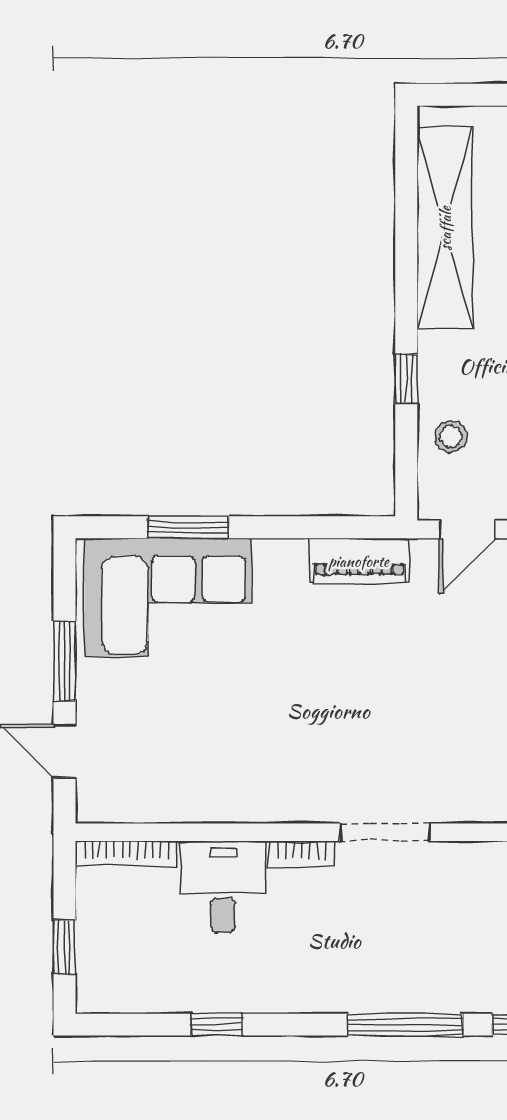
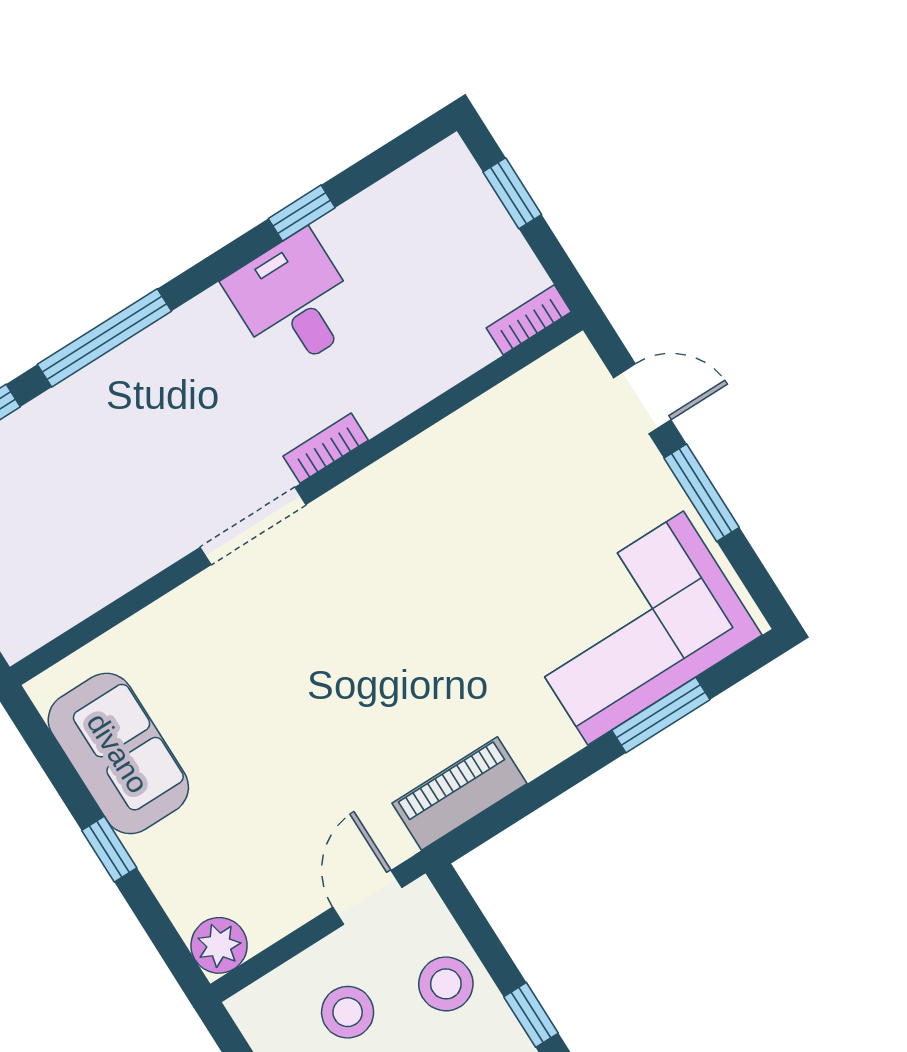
stool: (451, 436) -> (446, 984), width x1.37, depth x1.37
bookcase: (126, 854) -> (529, 320), width x0.64
desk: (223, 887) -> (294, 301), moved, turned 180

